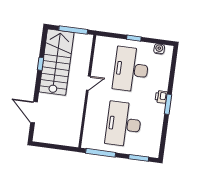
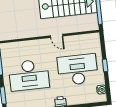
desk: (124, 124) -> (29, 75), turned 180

